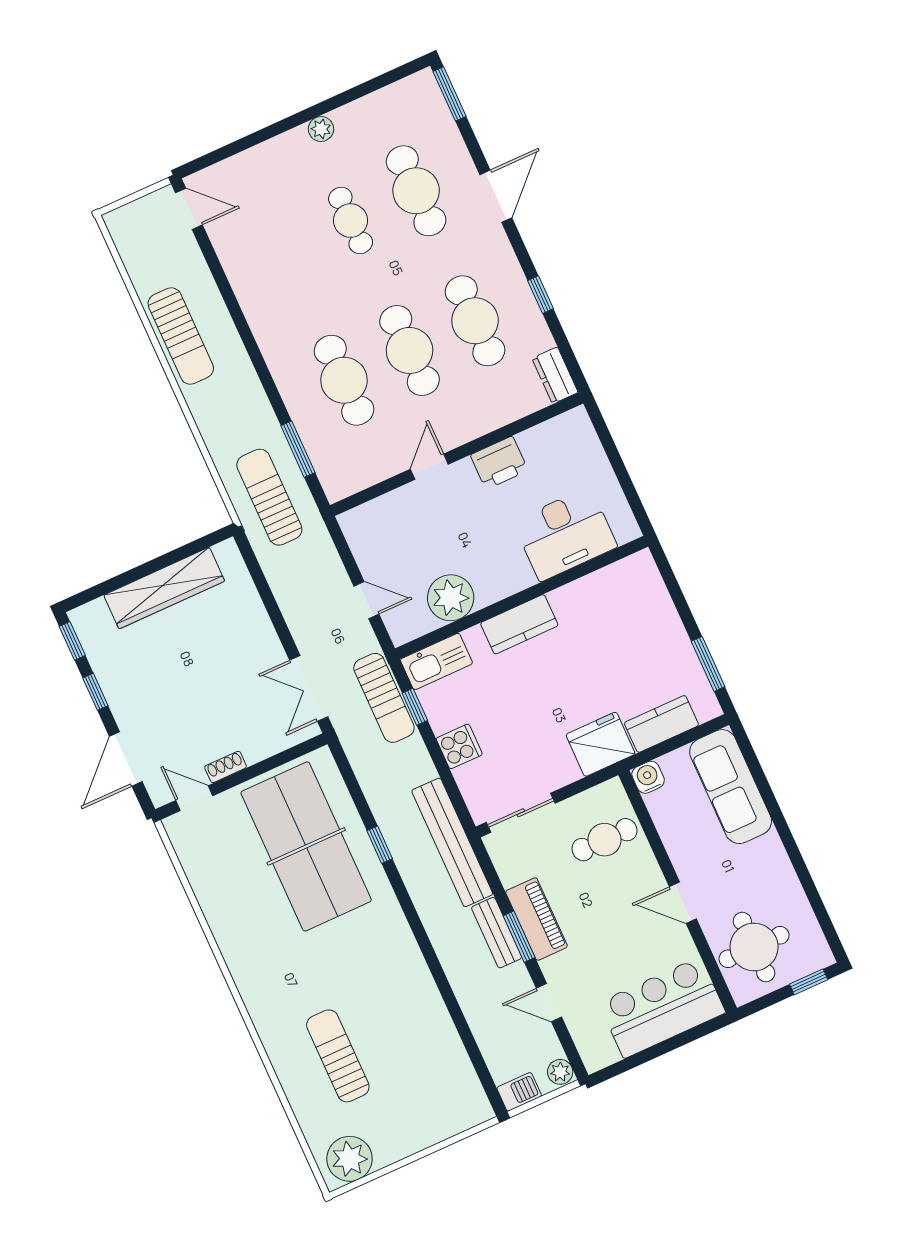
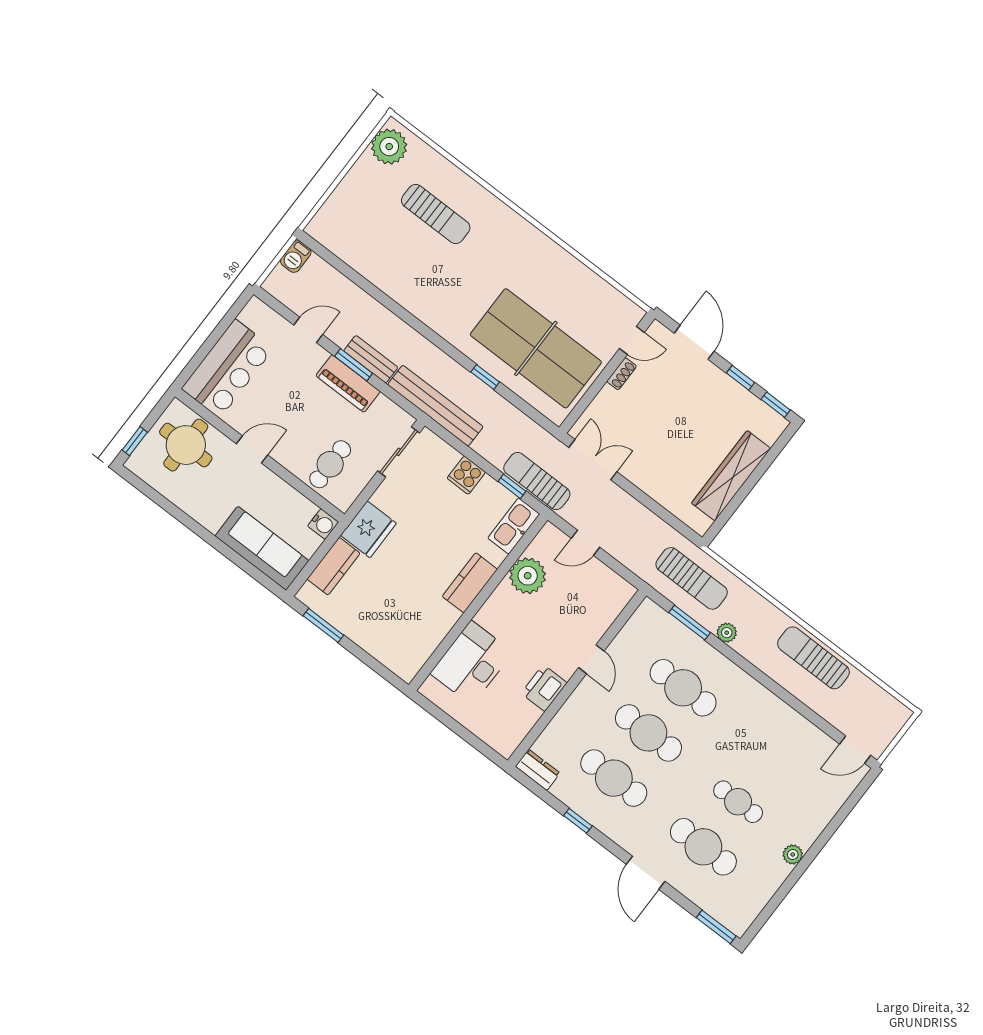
plant: (560, 1072) -> (727, 633), moved

